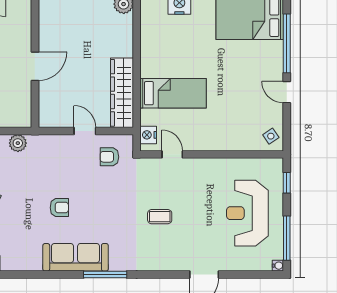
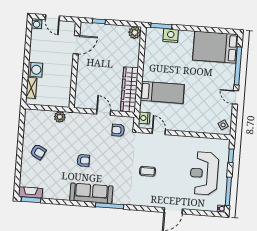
door: (35, 66) -> (76, 45), moved

